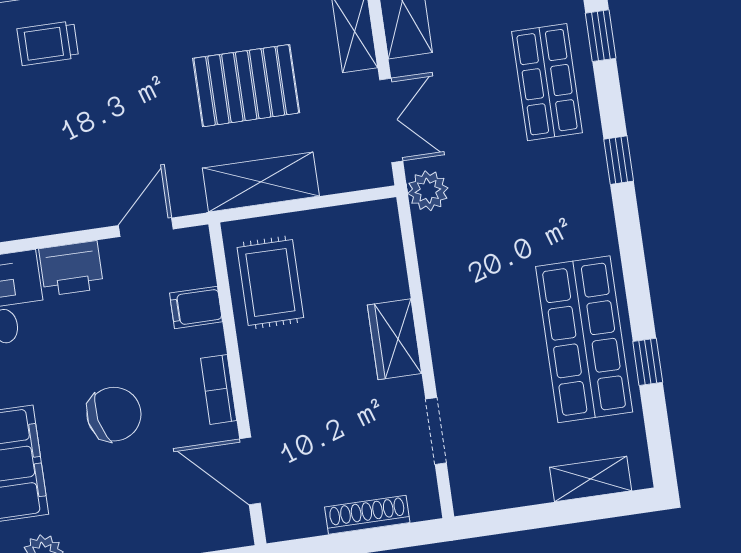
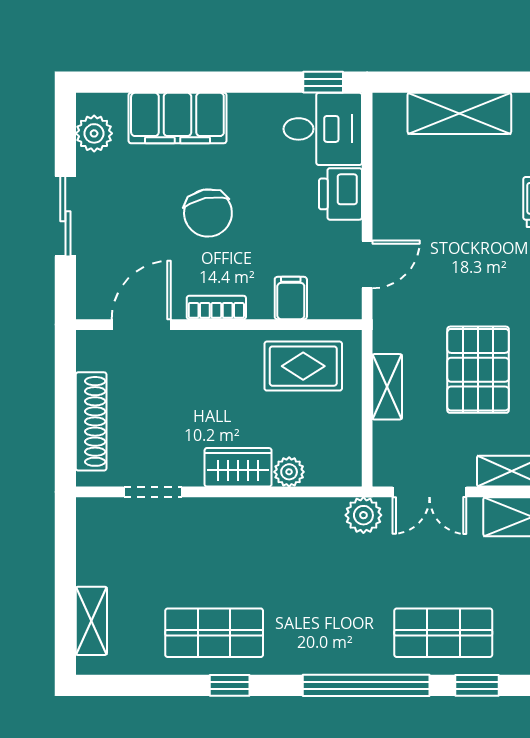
window: (619, 160) -> (366, 685), width x3.17
shelving: (261, 182) -> (387, 387), width x0.67, depth x0.75
door: (146, 227) -> (367, 264), hinge flipped
plant: (391, 281) -> (289, 472), added
shop shelf: (584, 339) -> (214, 633), width x0.70, depth x0.74
window: (648, 362) -> (230, 685), moved
shoe rack: (367, 515) -> (91, 421), width x1.36, depth x1.24

